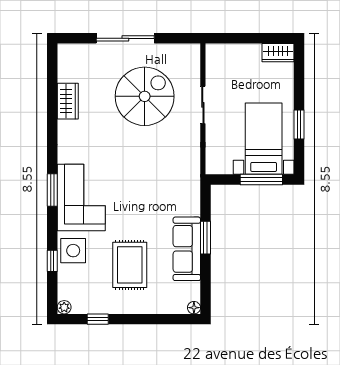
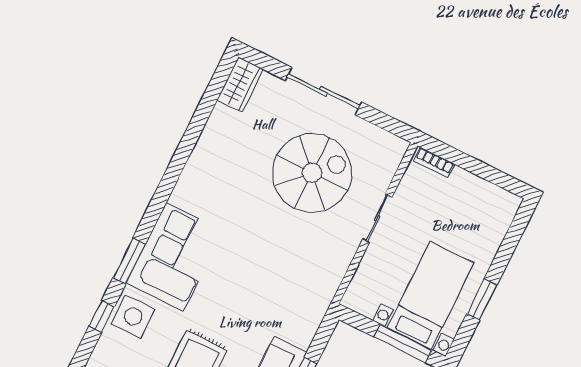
bookcase: (222, 49) -> (434, 162), added
wardrobe: (278, 53) -> (499, 200), removed
wardrobe: (68, 101) -> (240, 85), moved
window: (52, 190) -> (129, 261), moved

